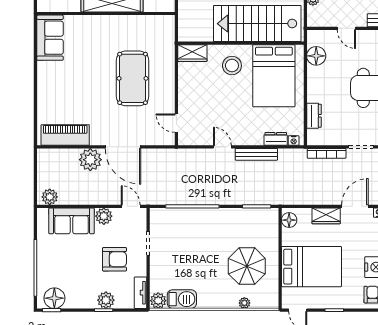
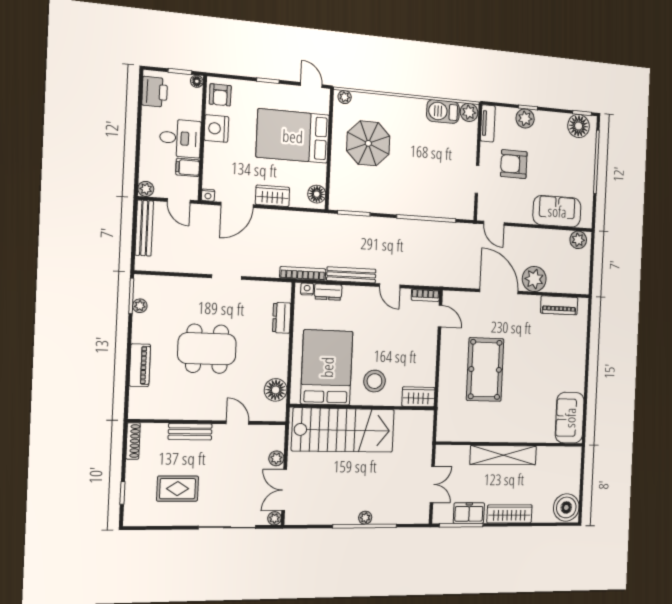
piano: (65, 135) -> (559, 305), width x0.73, depth x0.75
bookcase: (190, 140) -> (425, 295), added
bookcase: (327, 153) -> (303, 273), moved
plant: (104, 216) -> (523, 214), removed
plant: (244, 303) -> (345, 97), moved

